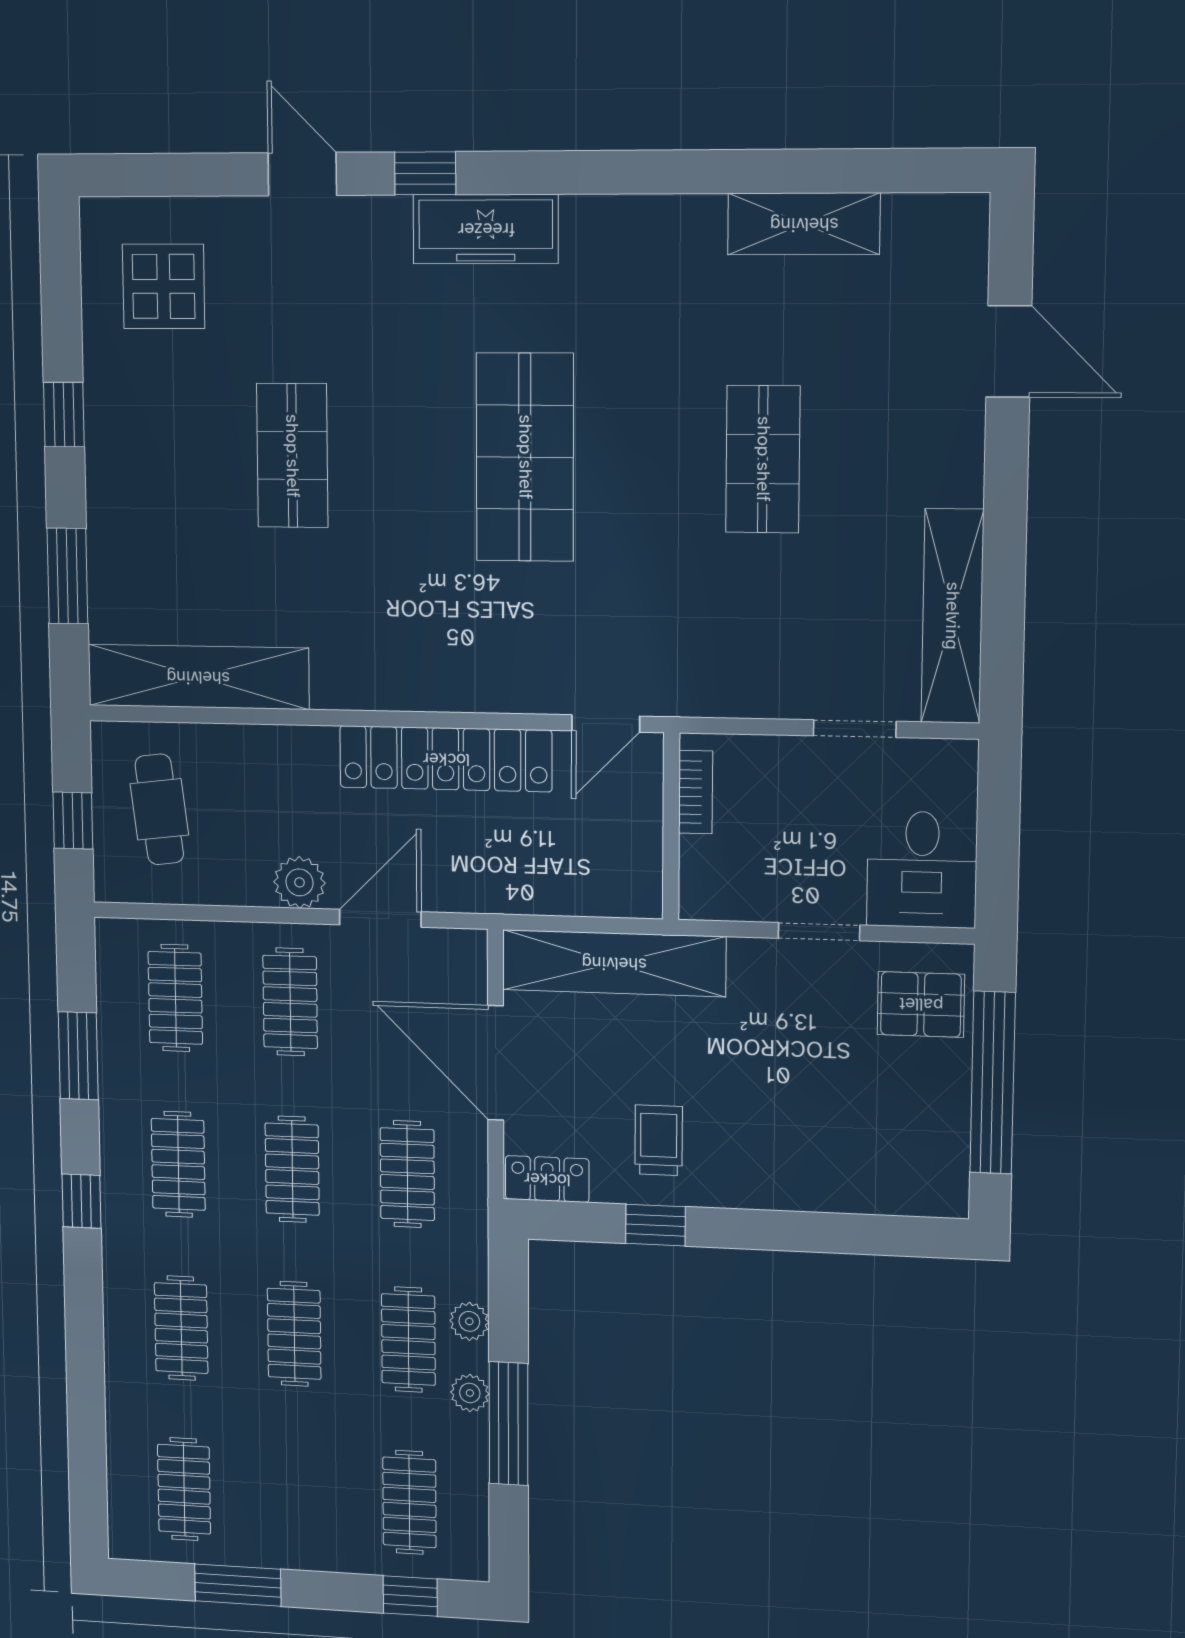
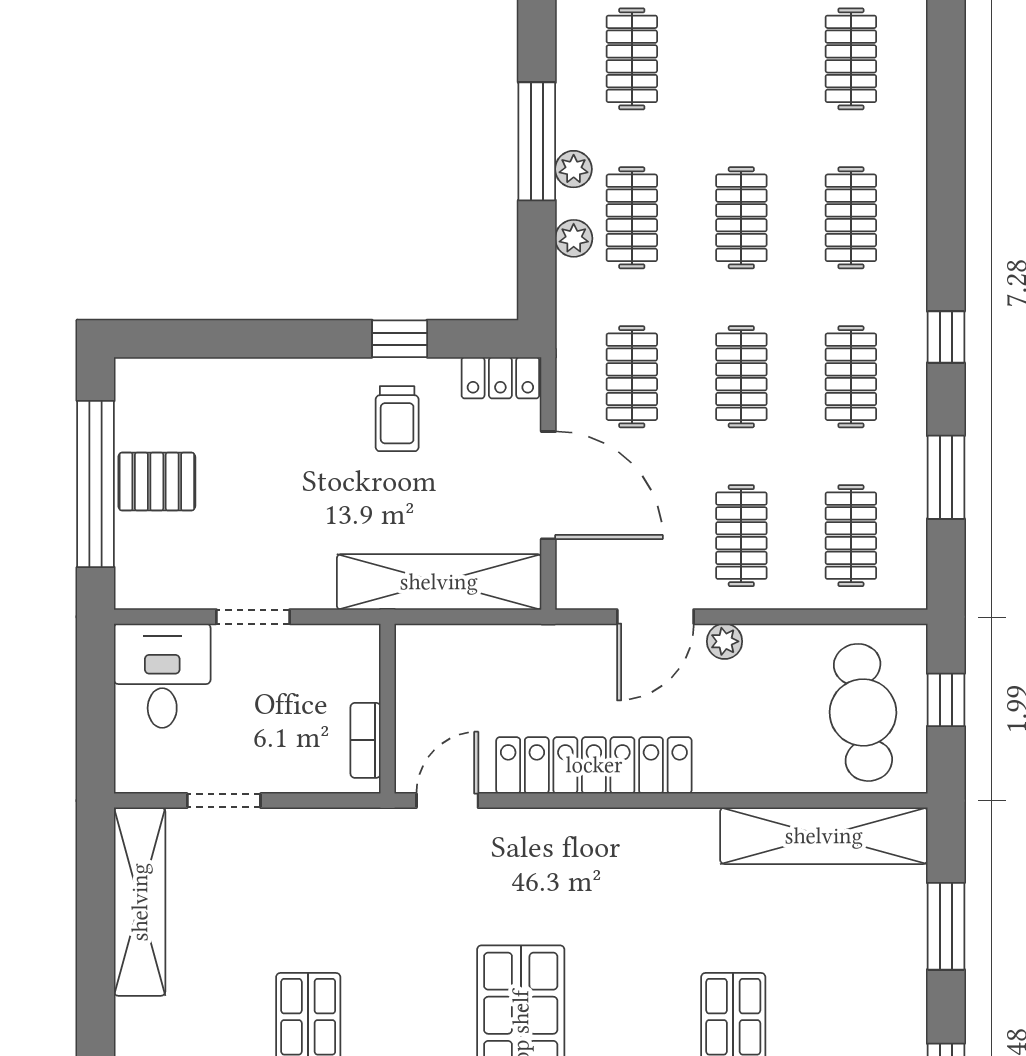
cafe table: (159, 809) -> (863, 712), width x1.37, depth x1.35
plant: (299, 882) -> (725, 641), width x0.73, depth x0.73
pallet: (921, 1004) -> (157, 482), moved

